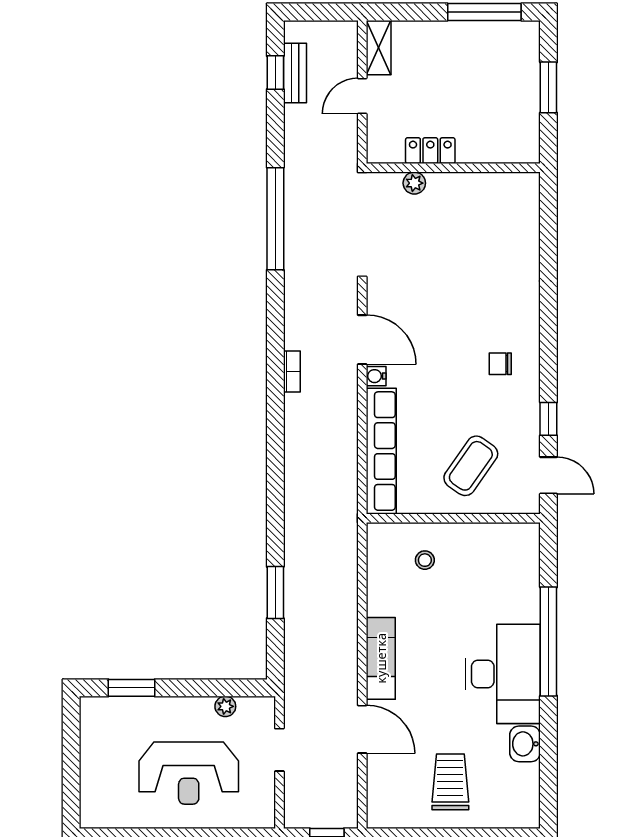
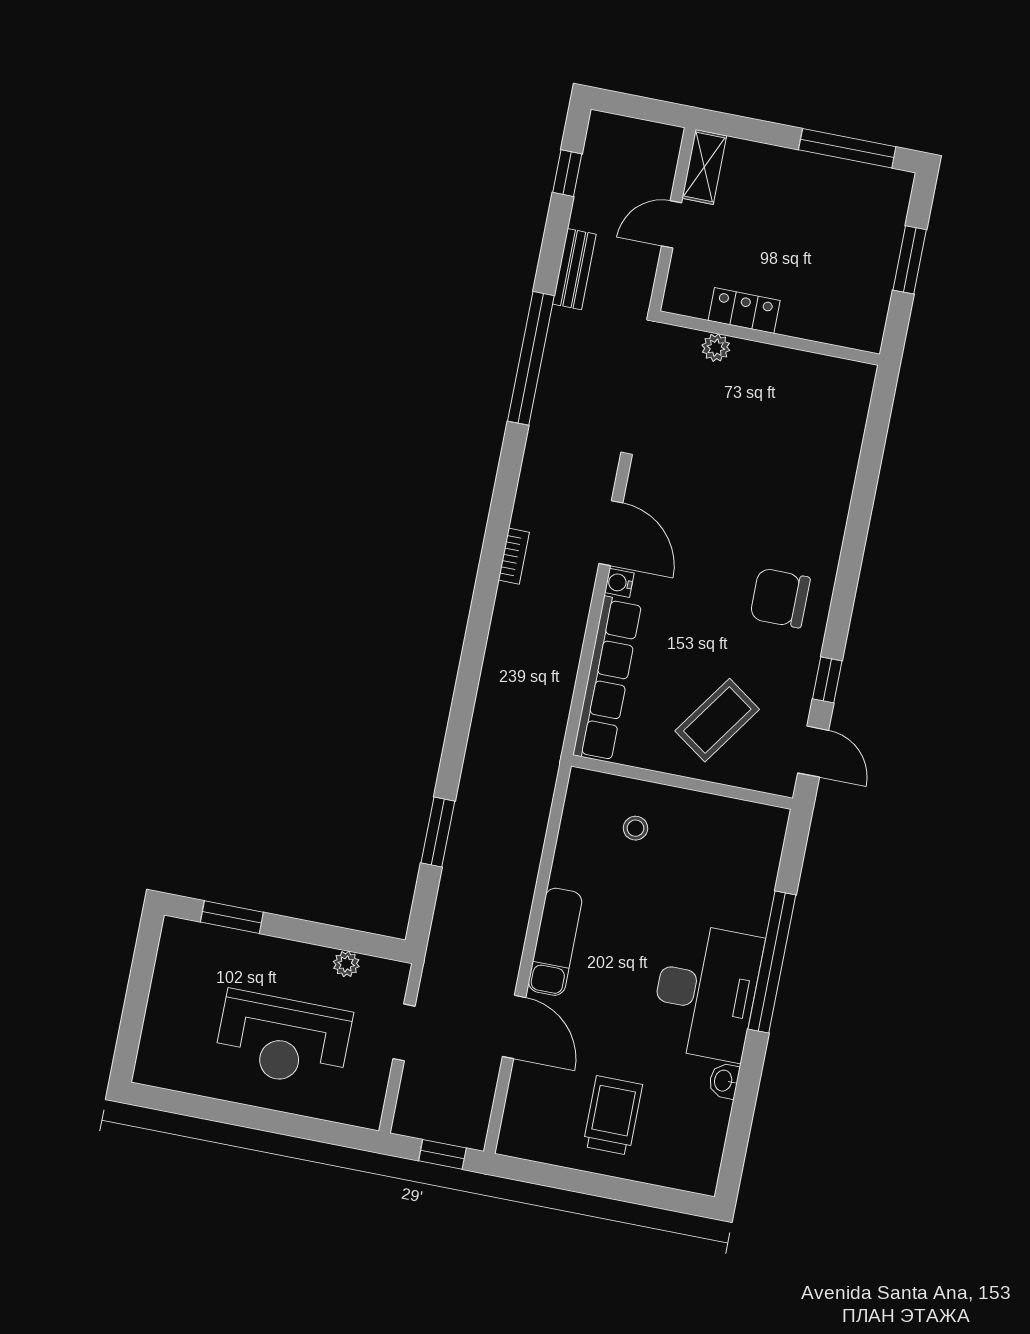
bench: (295, 73) -> (574, 269), moved
chair: (500, 364) -> (780, 598), width x1.87, depth x1.87
washbasin: (525, 744) -> (724, 1081), width x0.72, depth x0.69

